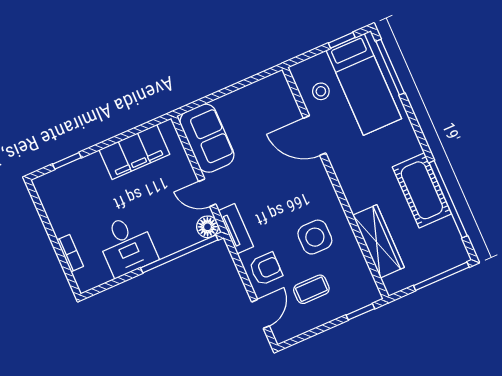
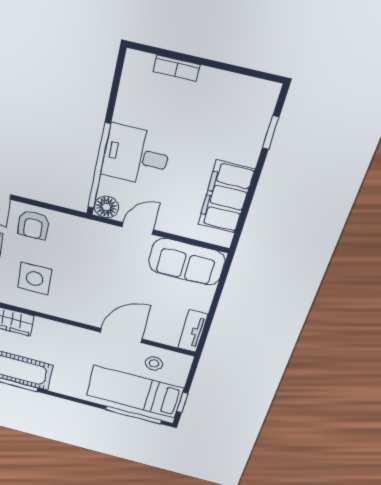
tv unit: (236, 229) -> (193, 331), moved, turned 90
desk: (127, 245) -> (136, 156), moved

